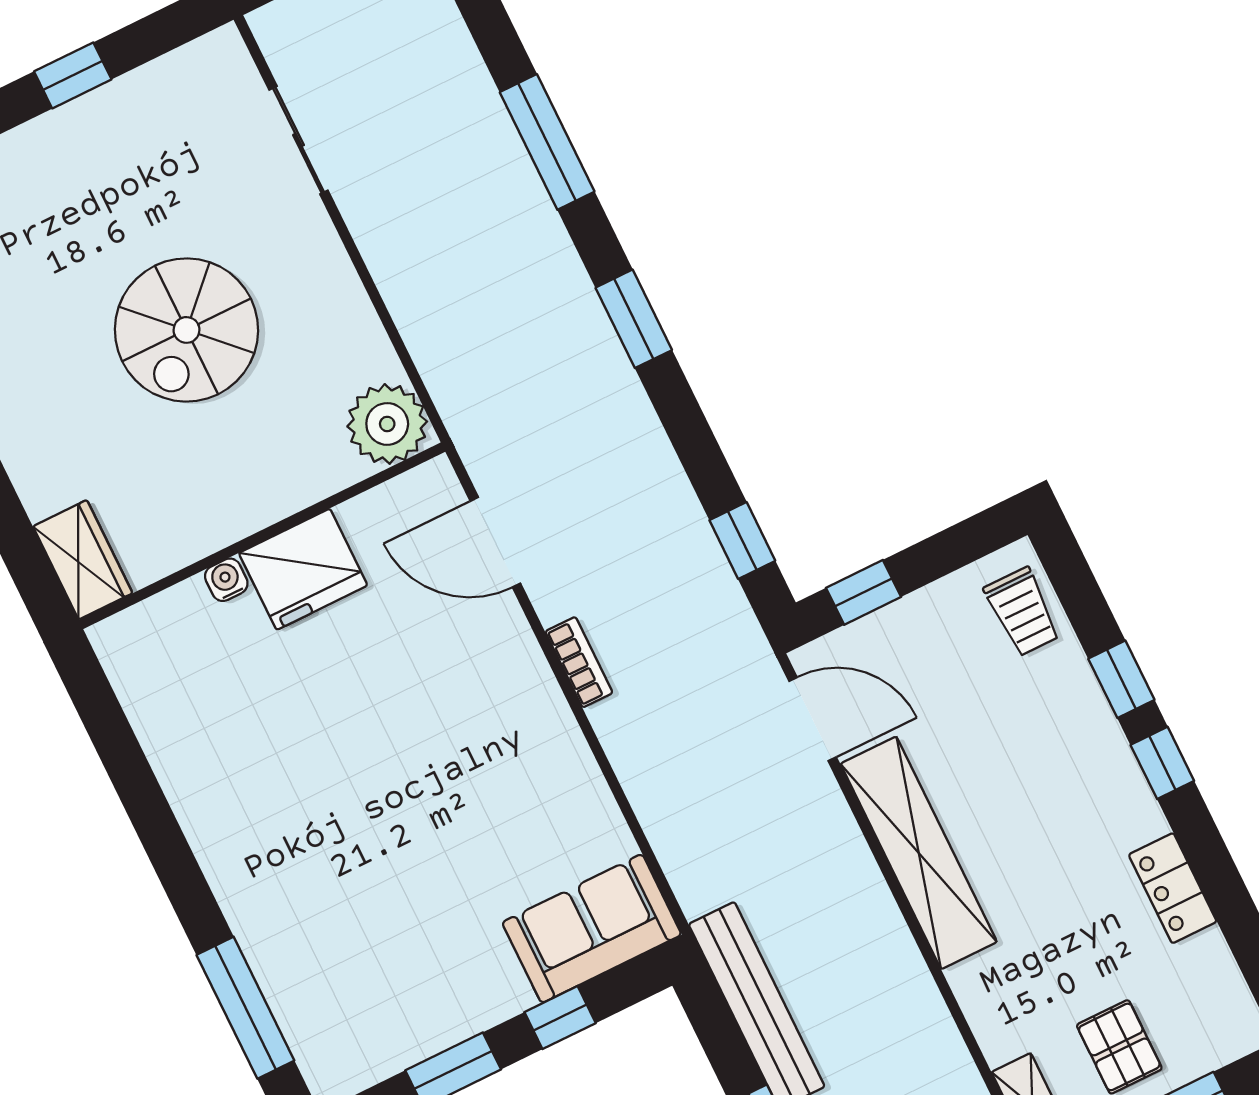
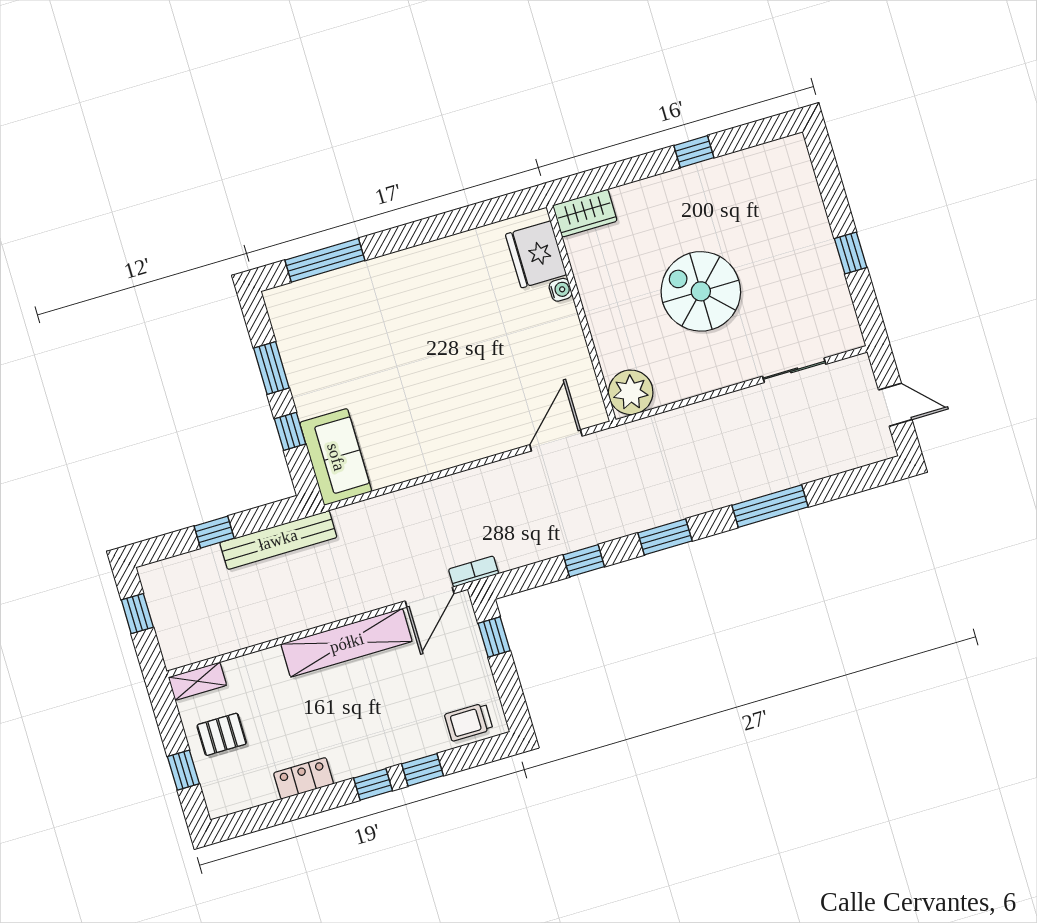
window: (742, 540) -> (584, 561), moved
fridge: (303, 569) -> (536, 254), moved
bookcase: (579, 662) -> (474, 571), moved, turned 180

